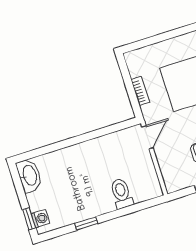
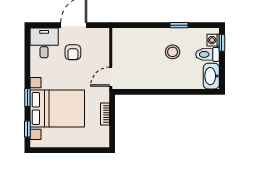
stool: (84, 190) -> (173, 52), added
toilet: (121, 194) -> (207, 54), moved, turned 90

